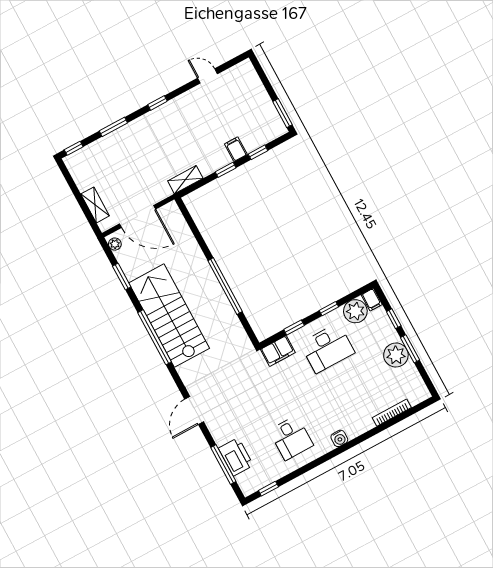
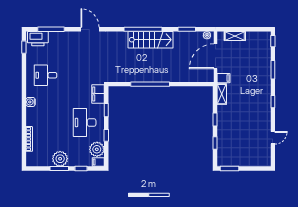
filing cabinet: (236, 149) -> (223, 78), moved
stairs: (169, 316) -> (151, 40), width x0.73, depth x0.66
printer: (236, 457) -> (38, 39), moved

